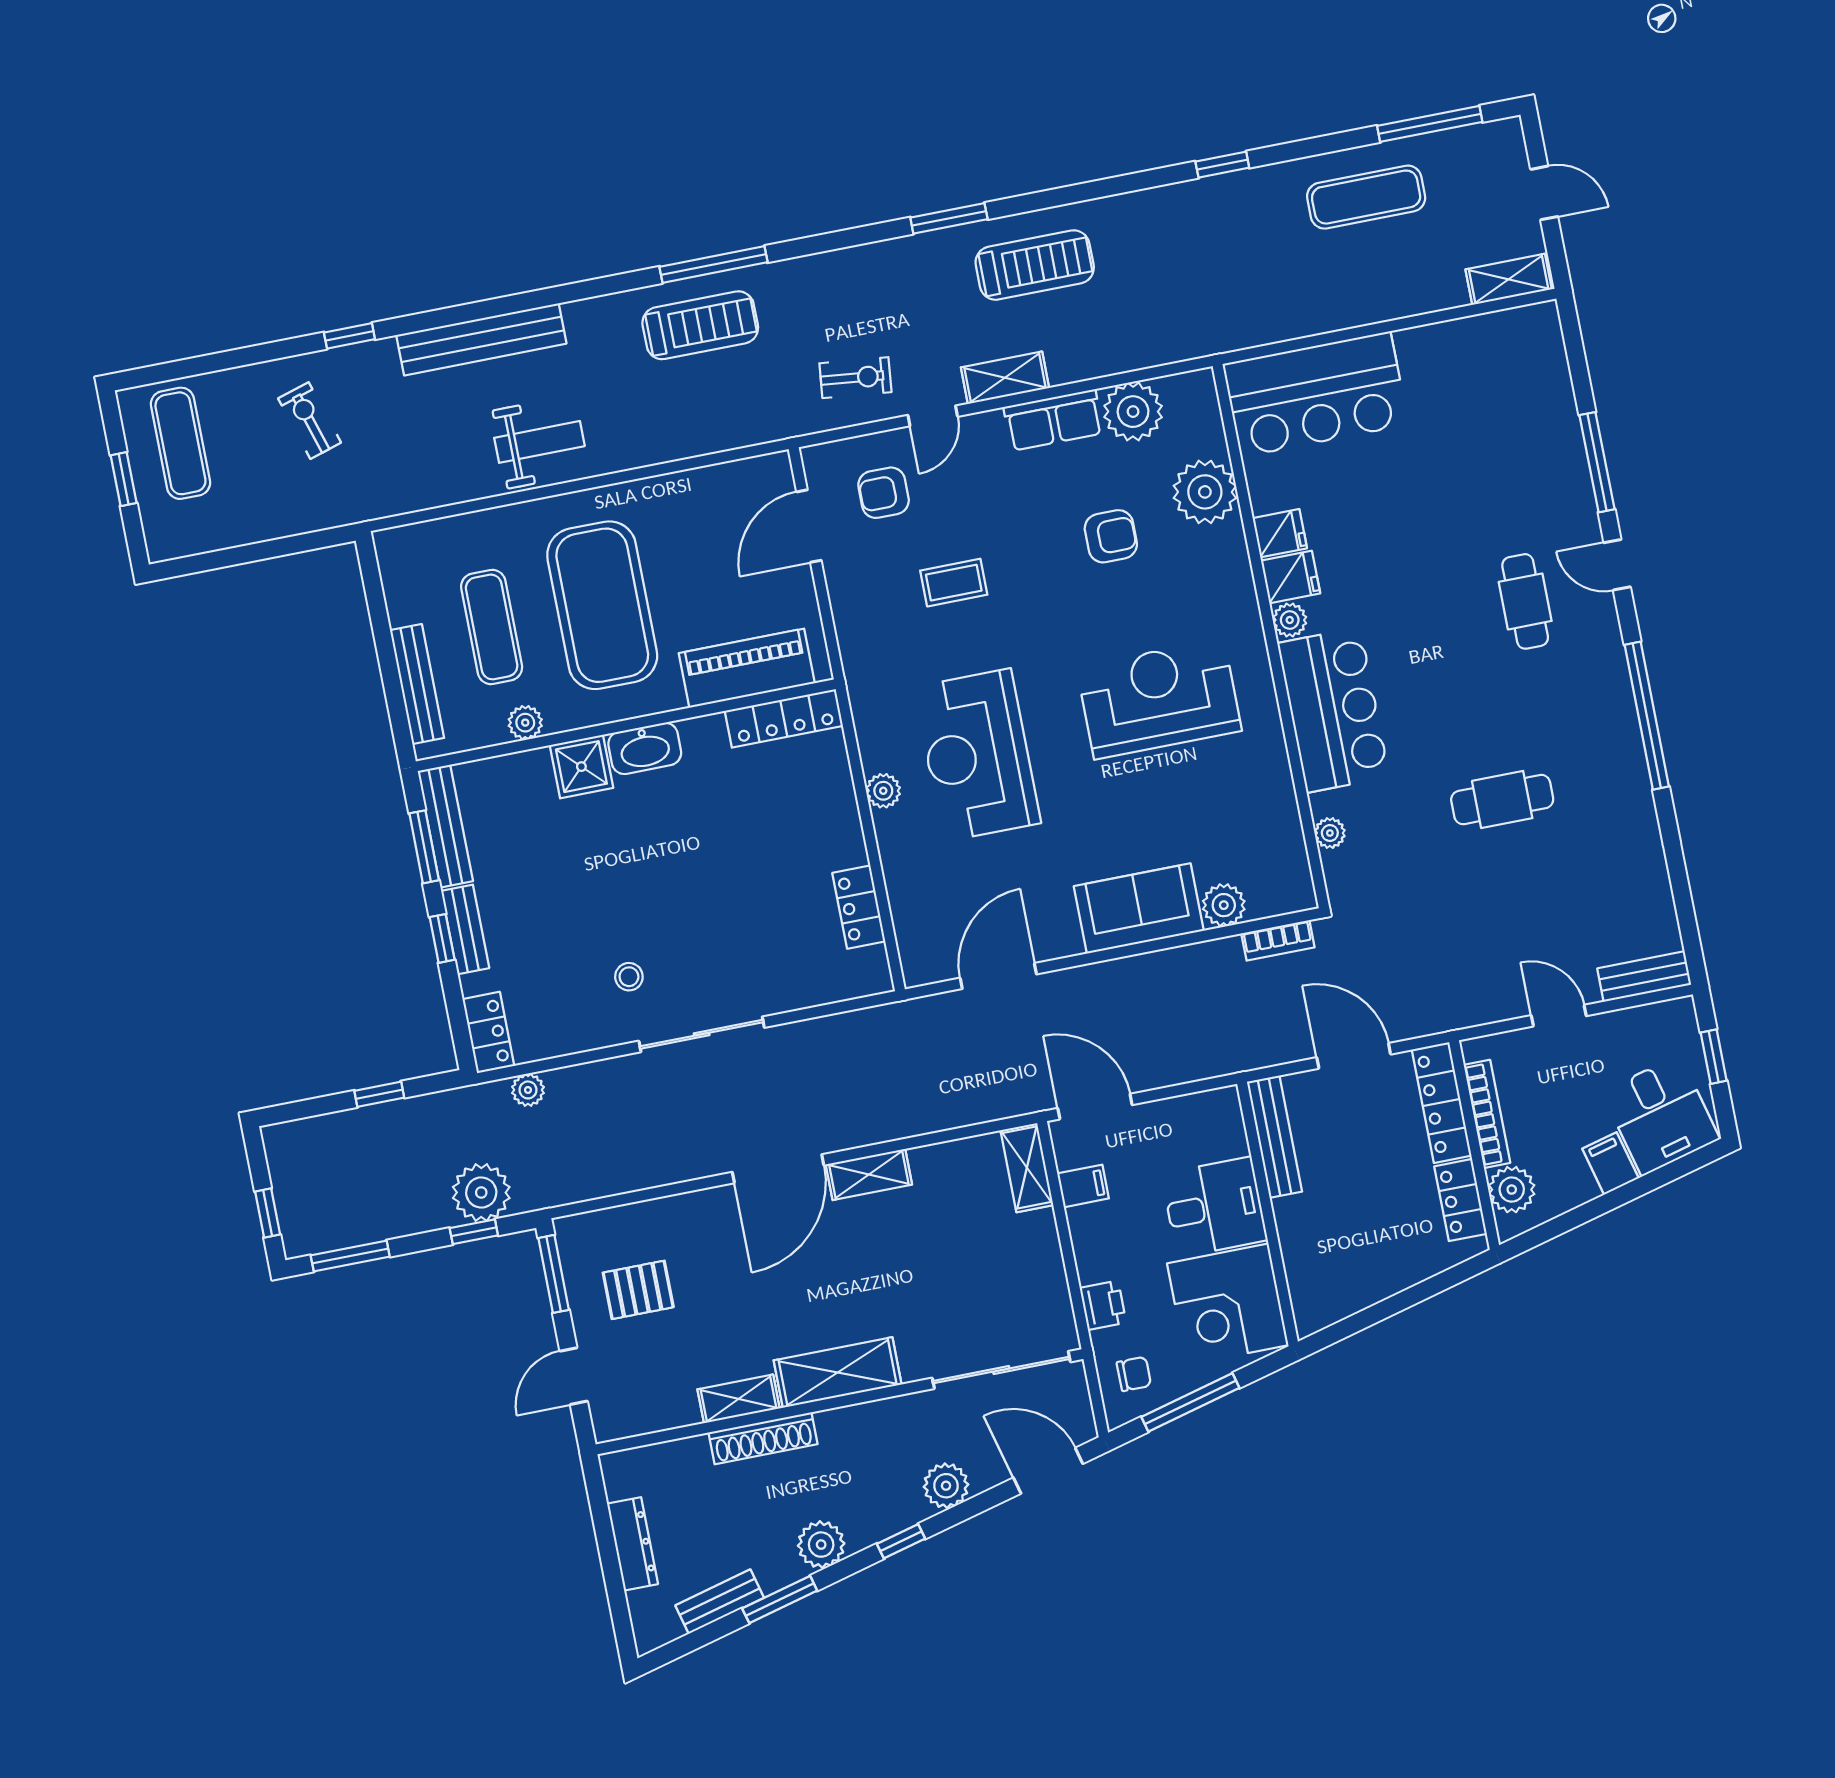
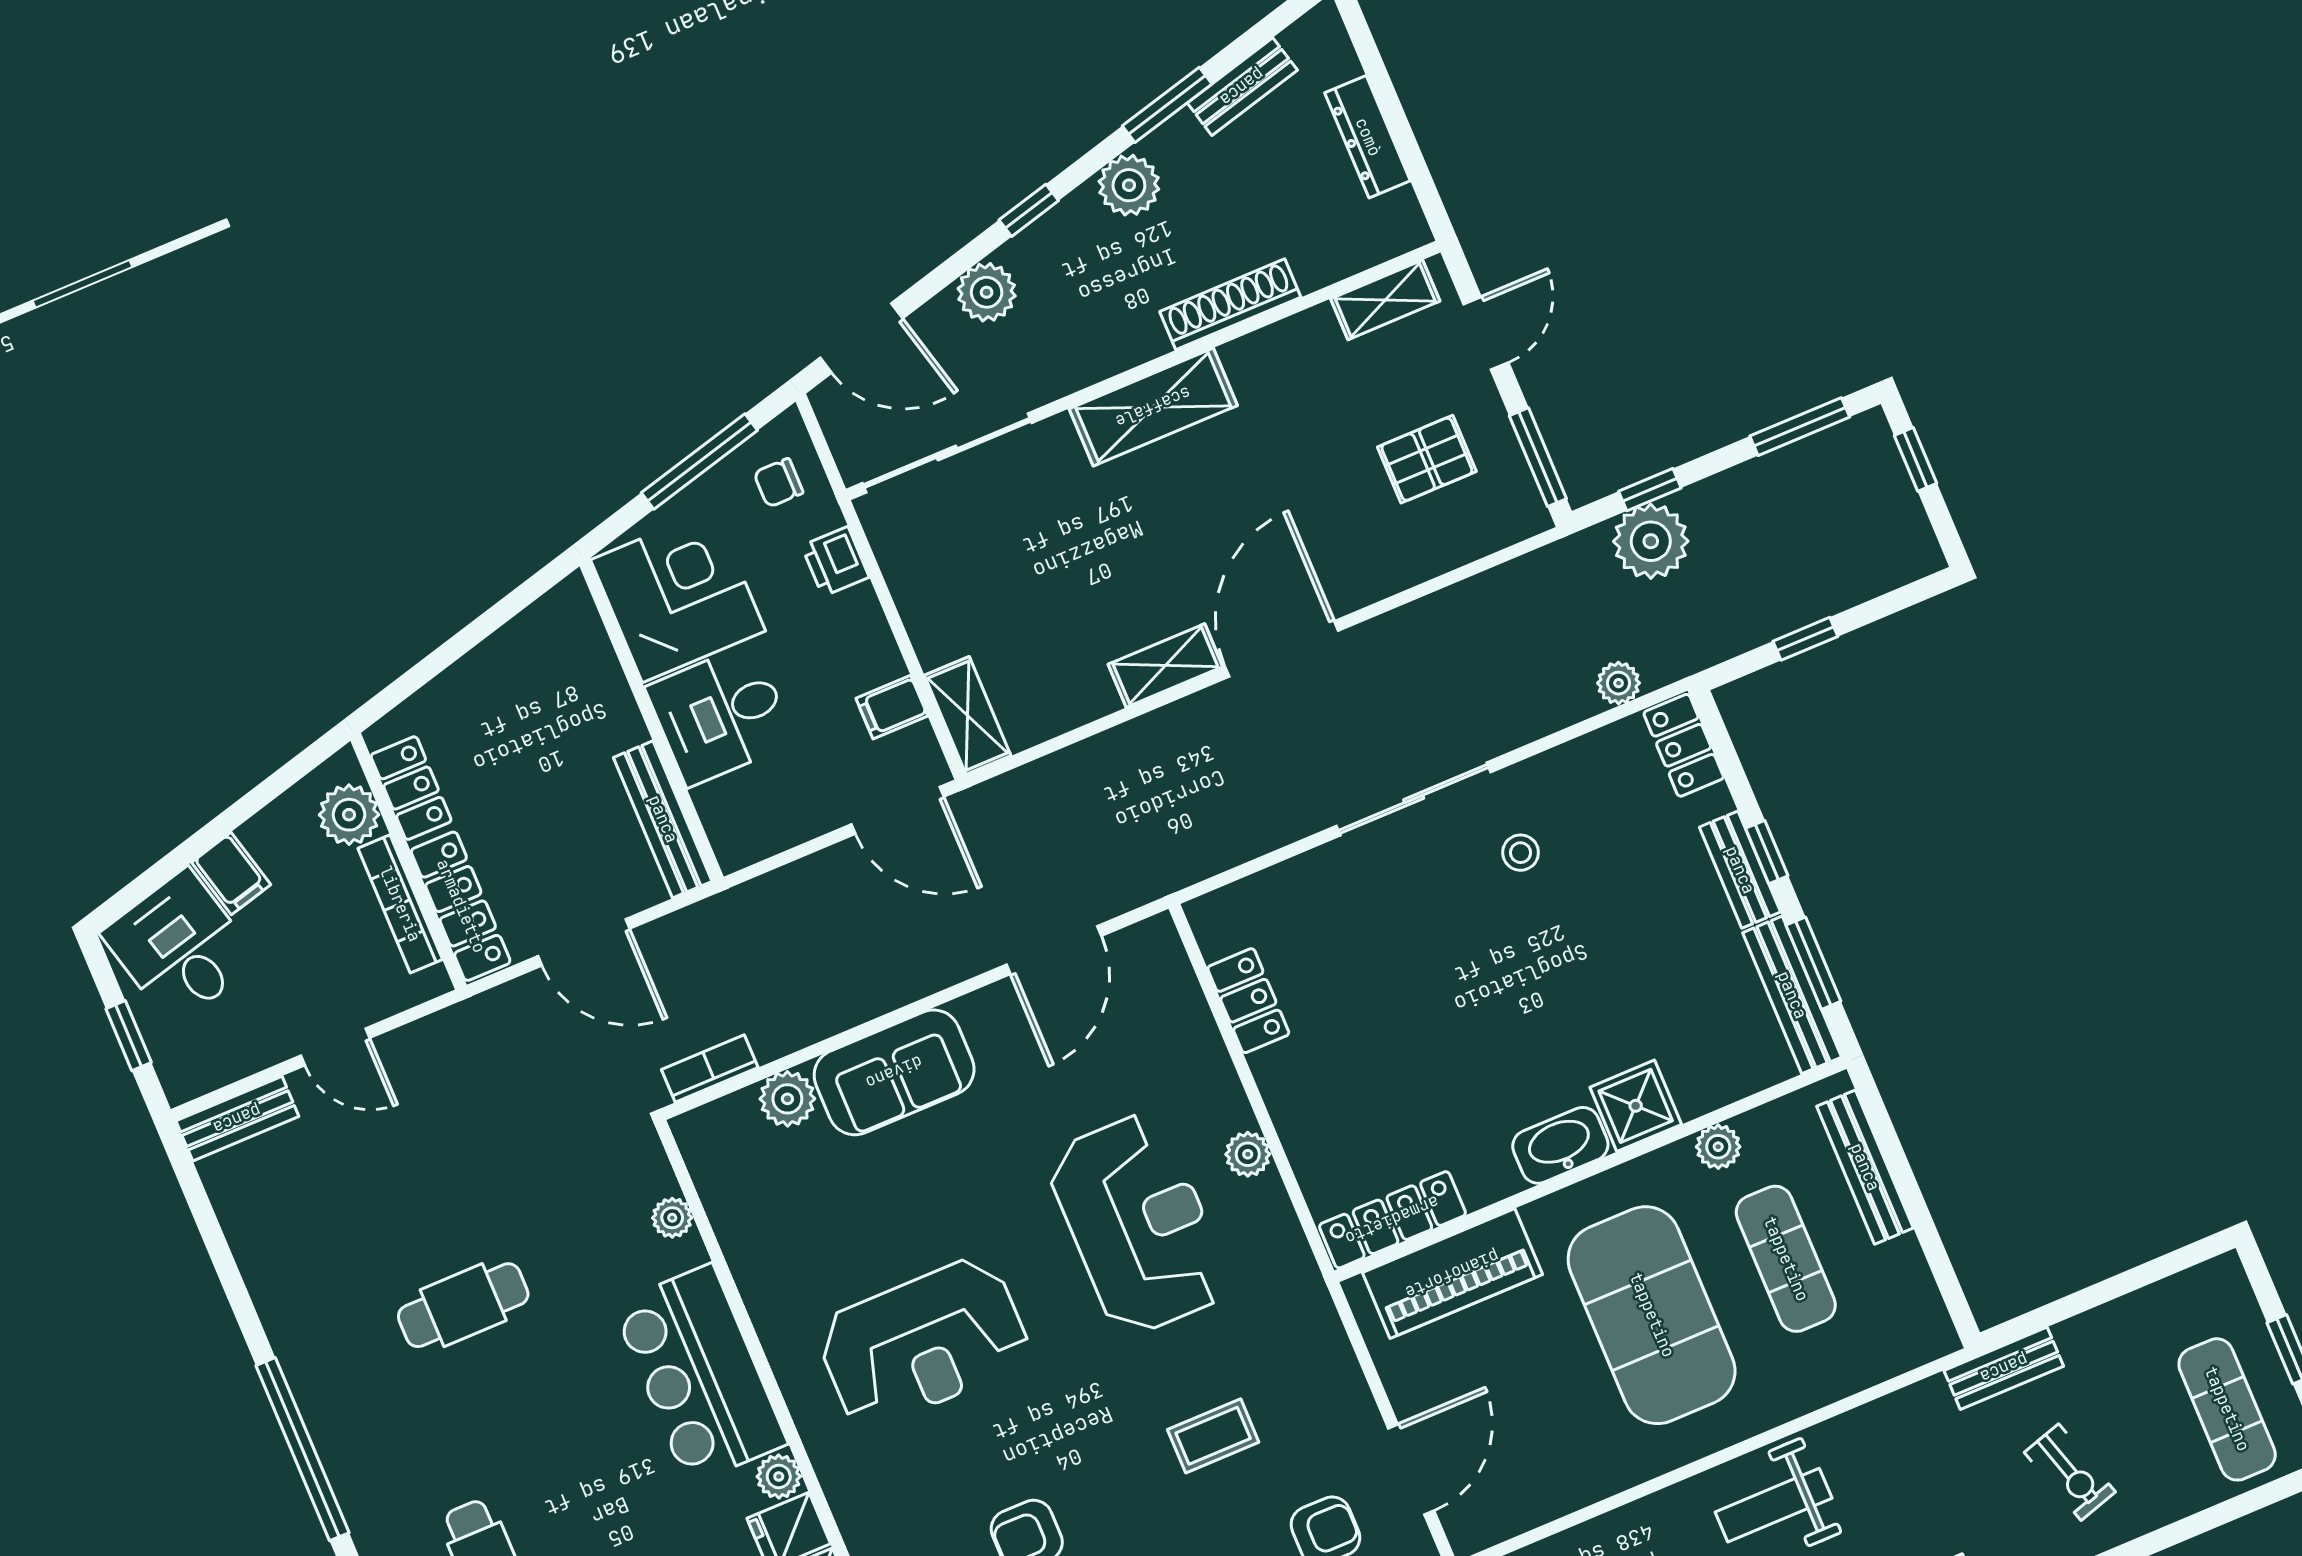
bench: (343, 510) -> (2004, 1368), added
shelving: (739, 1399) -> (1385, 300), moved

